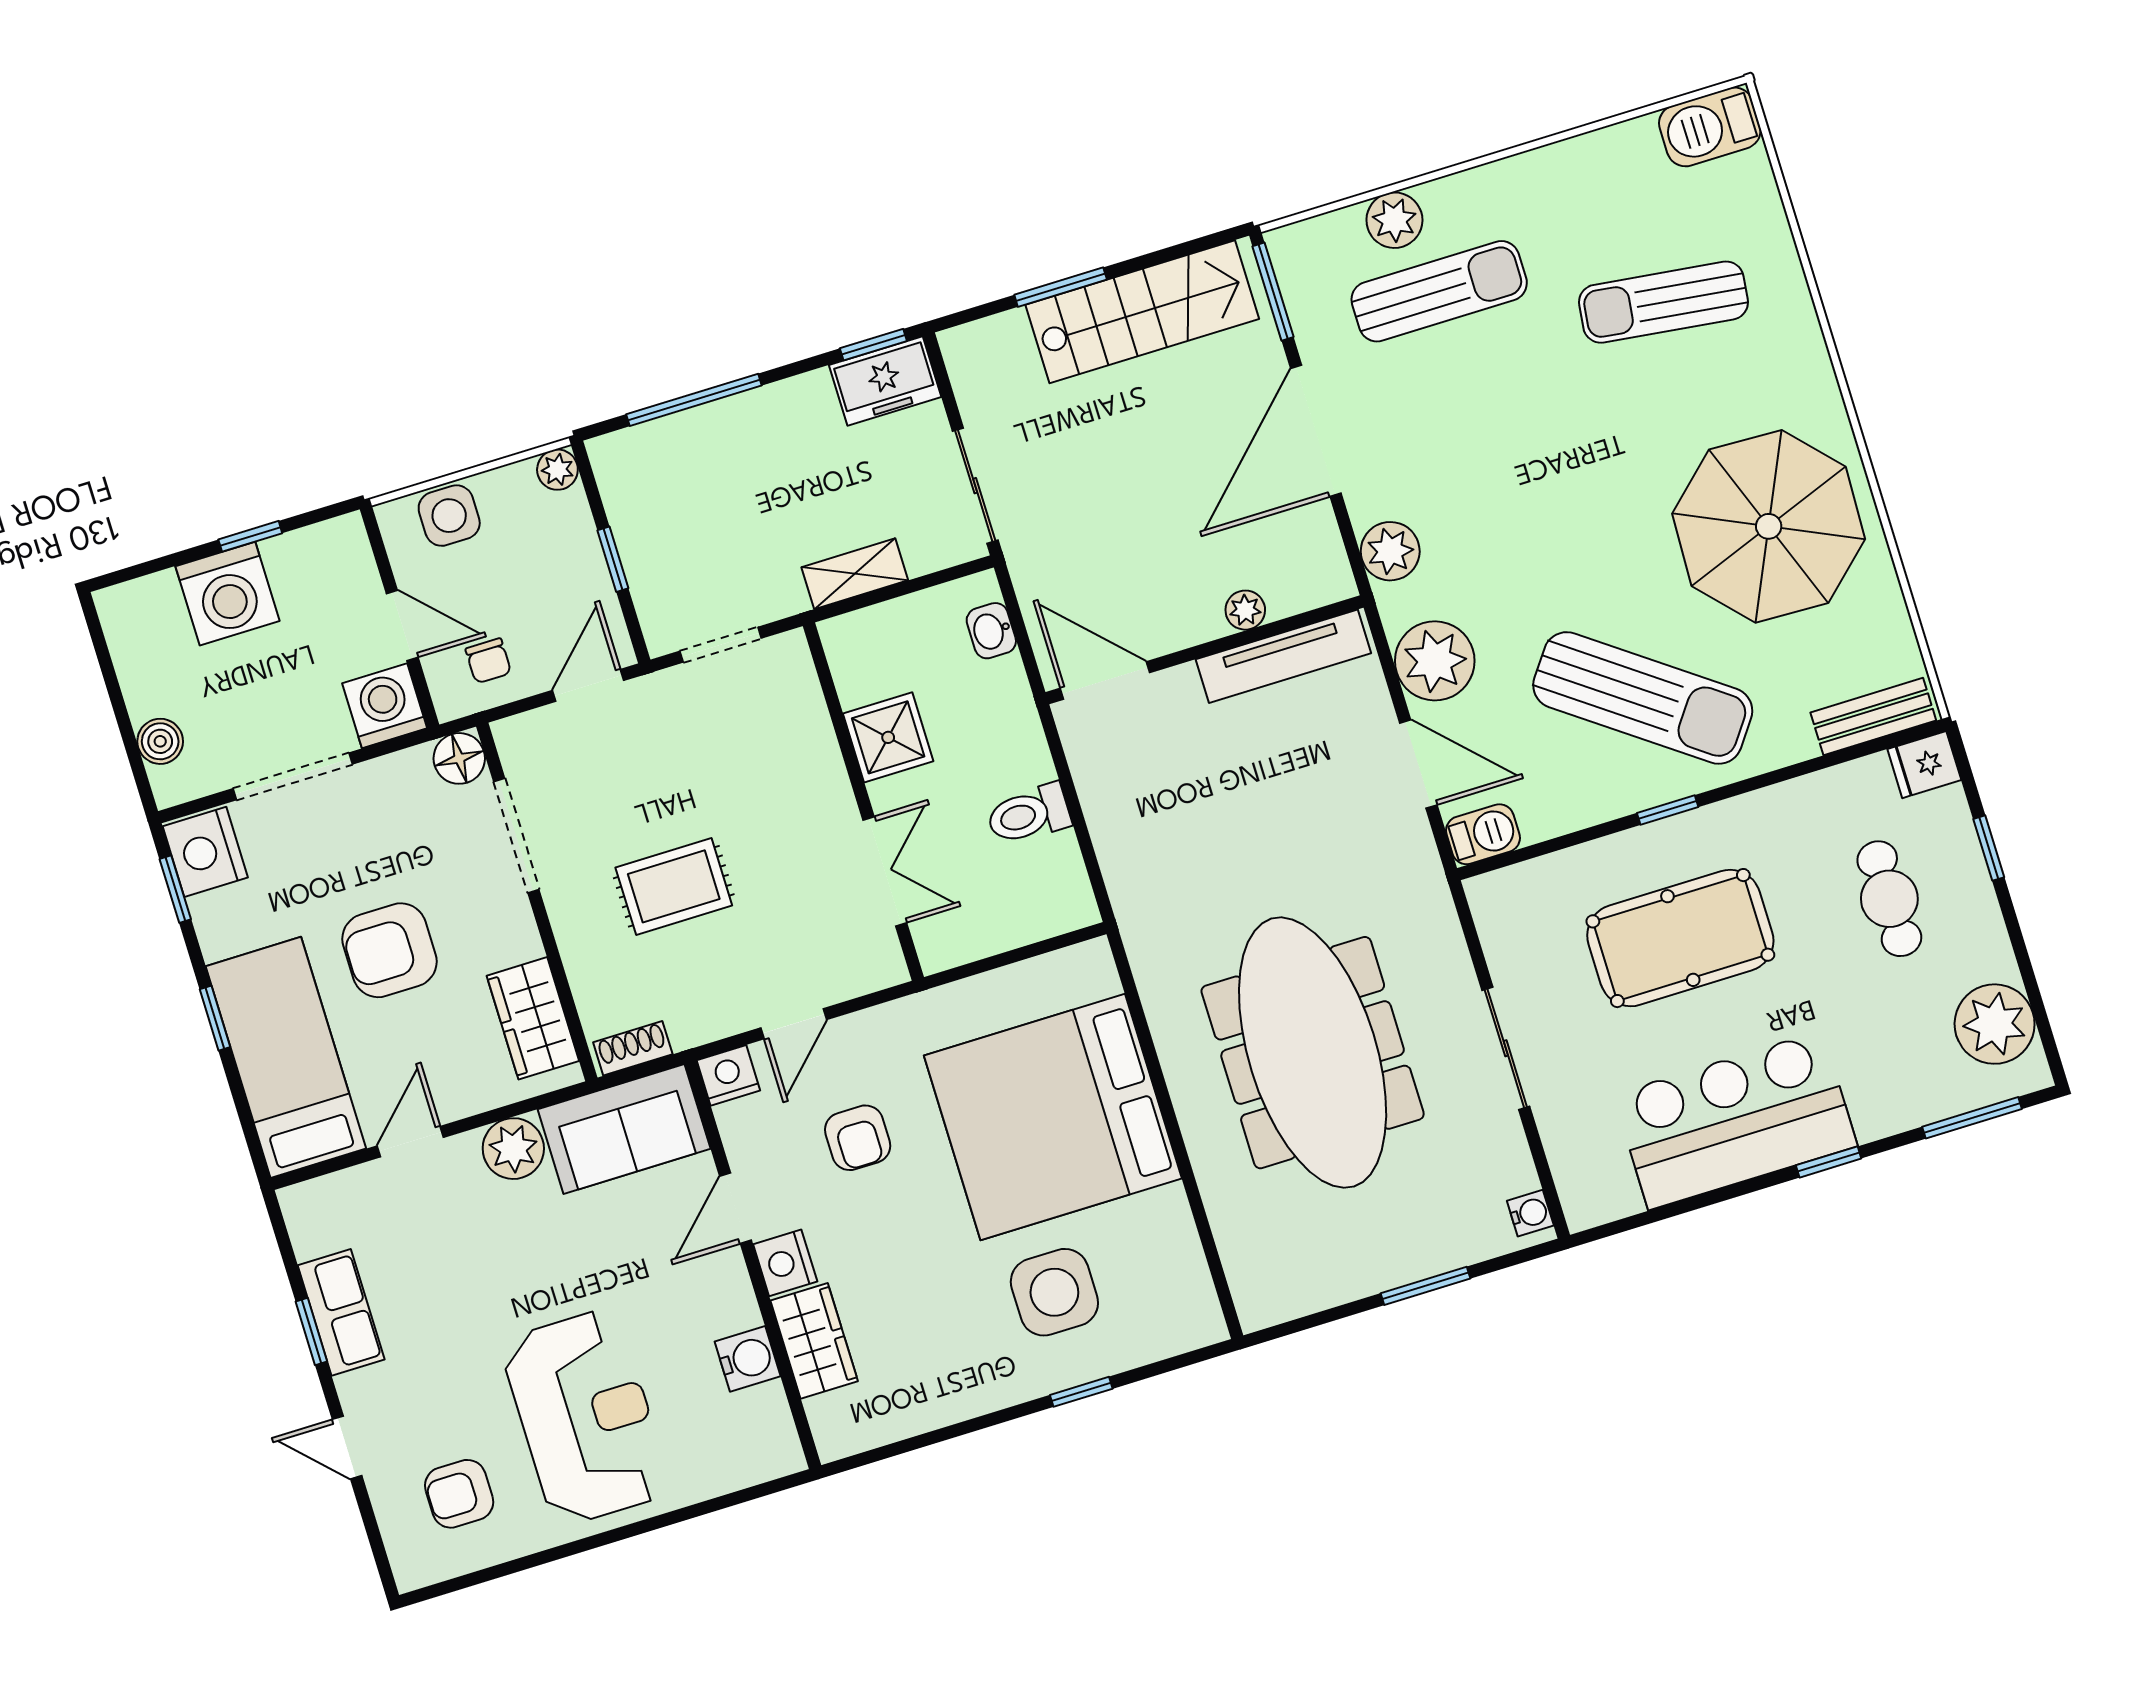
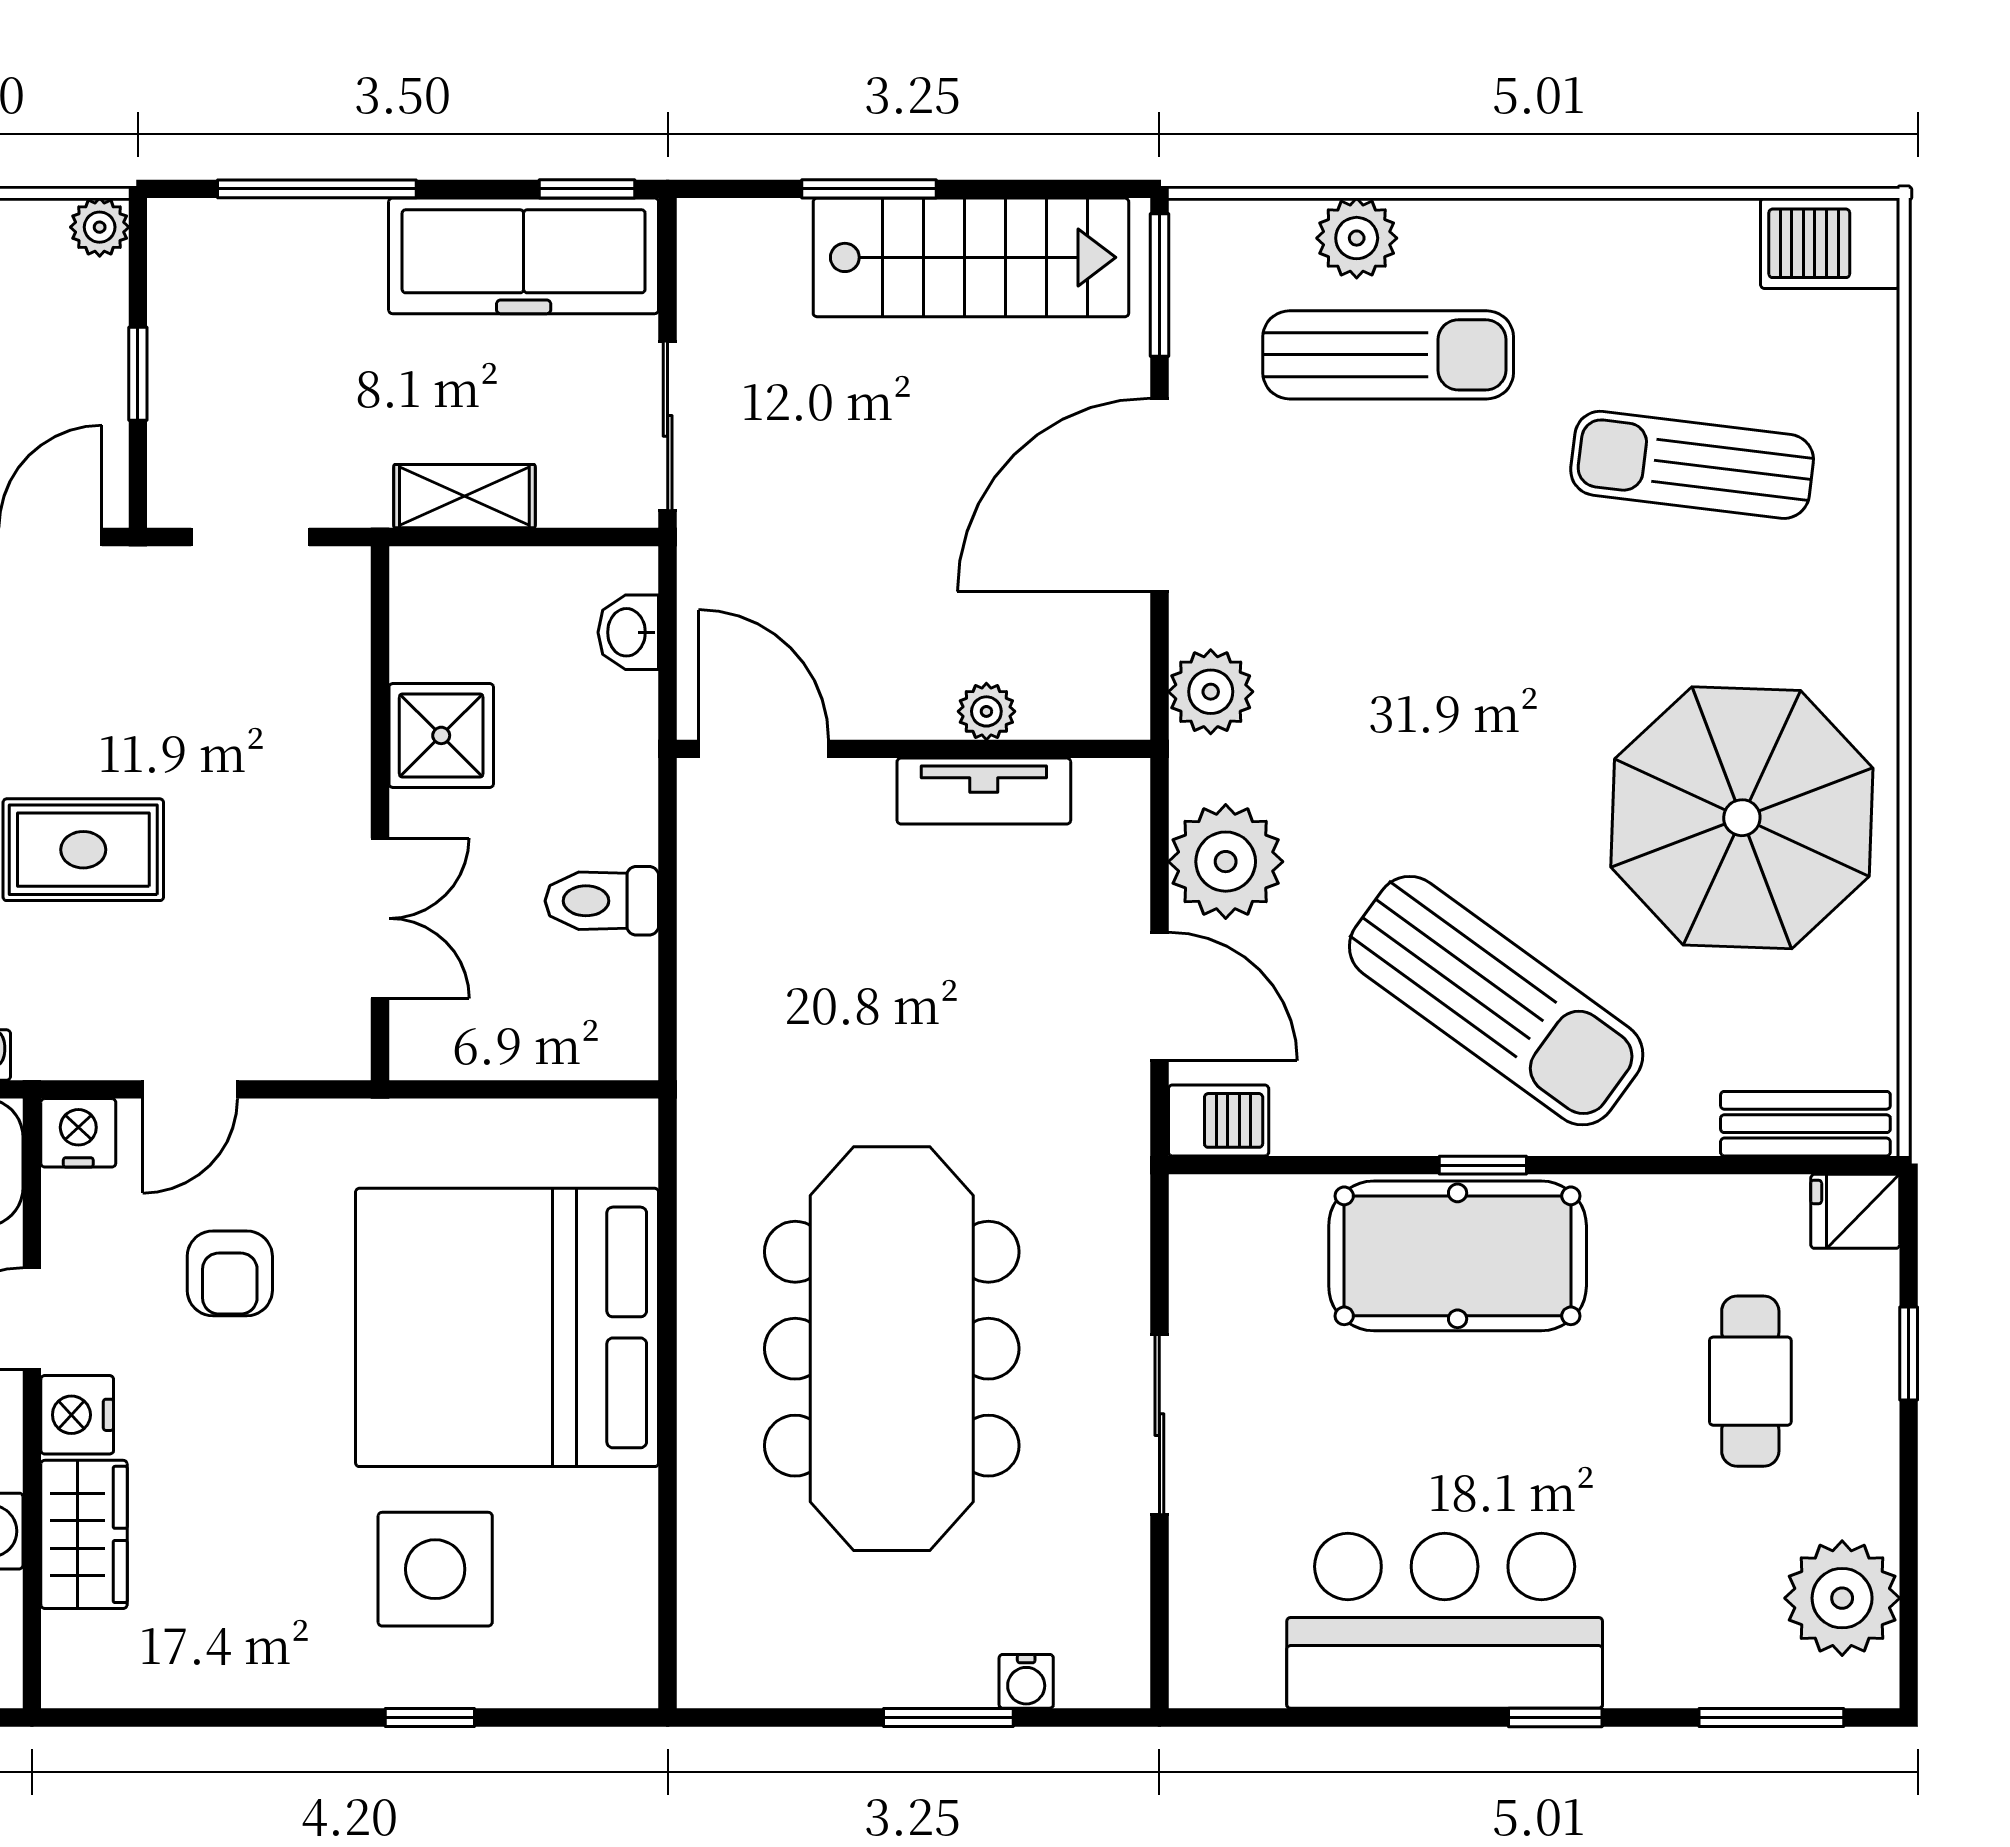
freezer: (885, 381) -> (524, 256), width x1.91, depth x1.26
tv unit: (1283, 656) -> (984, 791), width x0.71
pool table: (1680, 938) -> (1458, 1256), moved
water cooler: (1530, 1213) -> (1026, 1681), moved, turned 90

